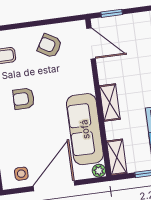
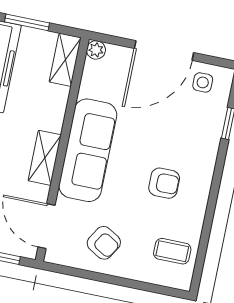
shelving: (110, 103) -> (45, 158), moved
sofa: (85, 129) -> (88, 150), moved

